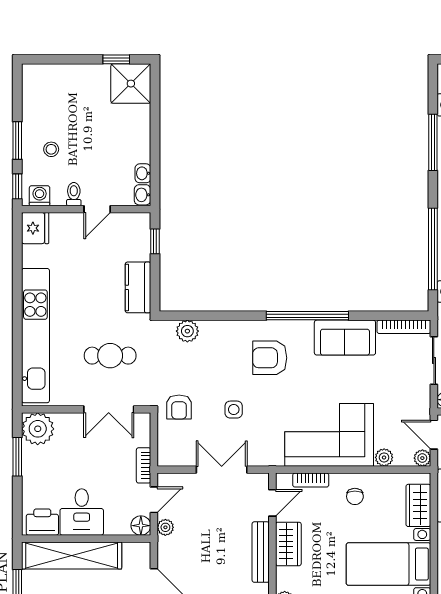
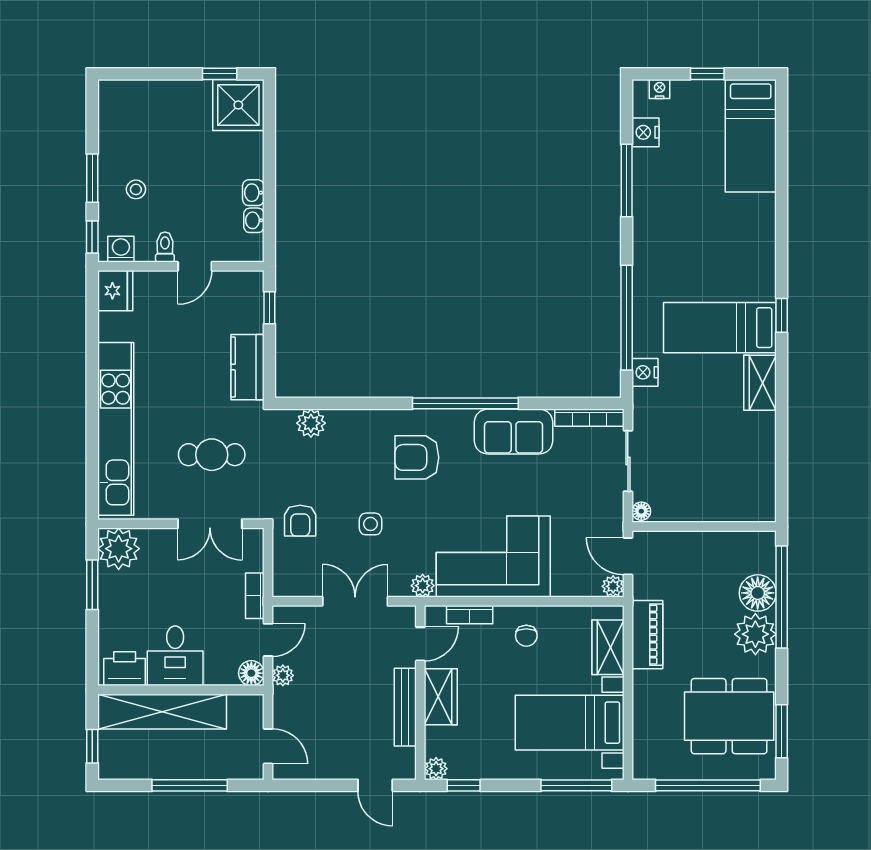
washbasin: (143, 195) -> (253, 193), moved
plant: (384, 457) -> (423, 586), moved

